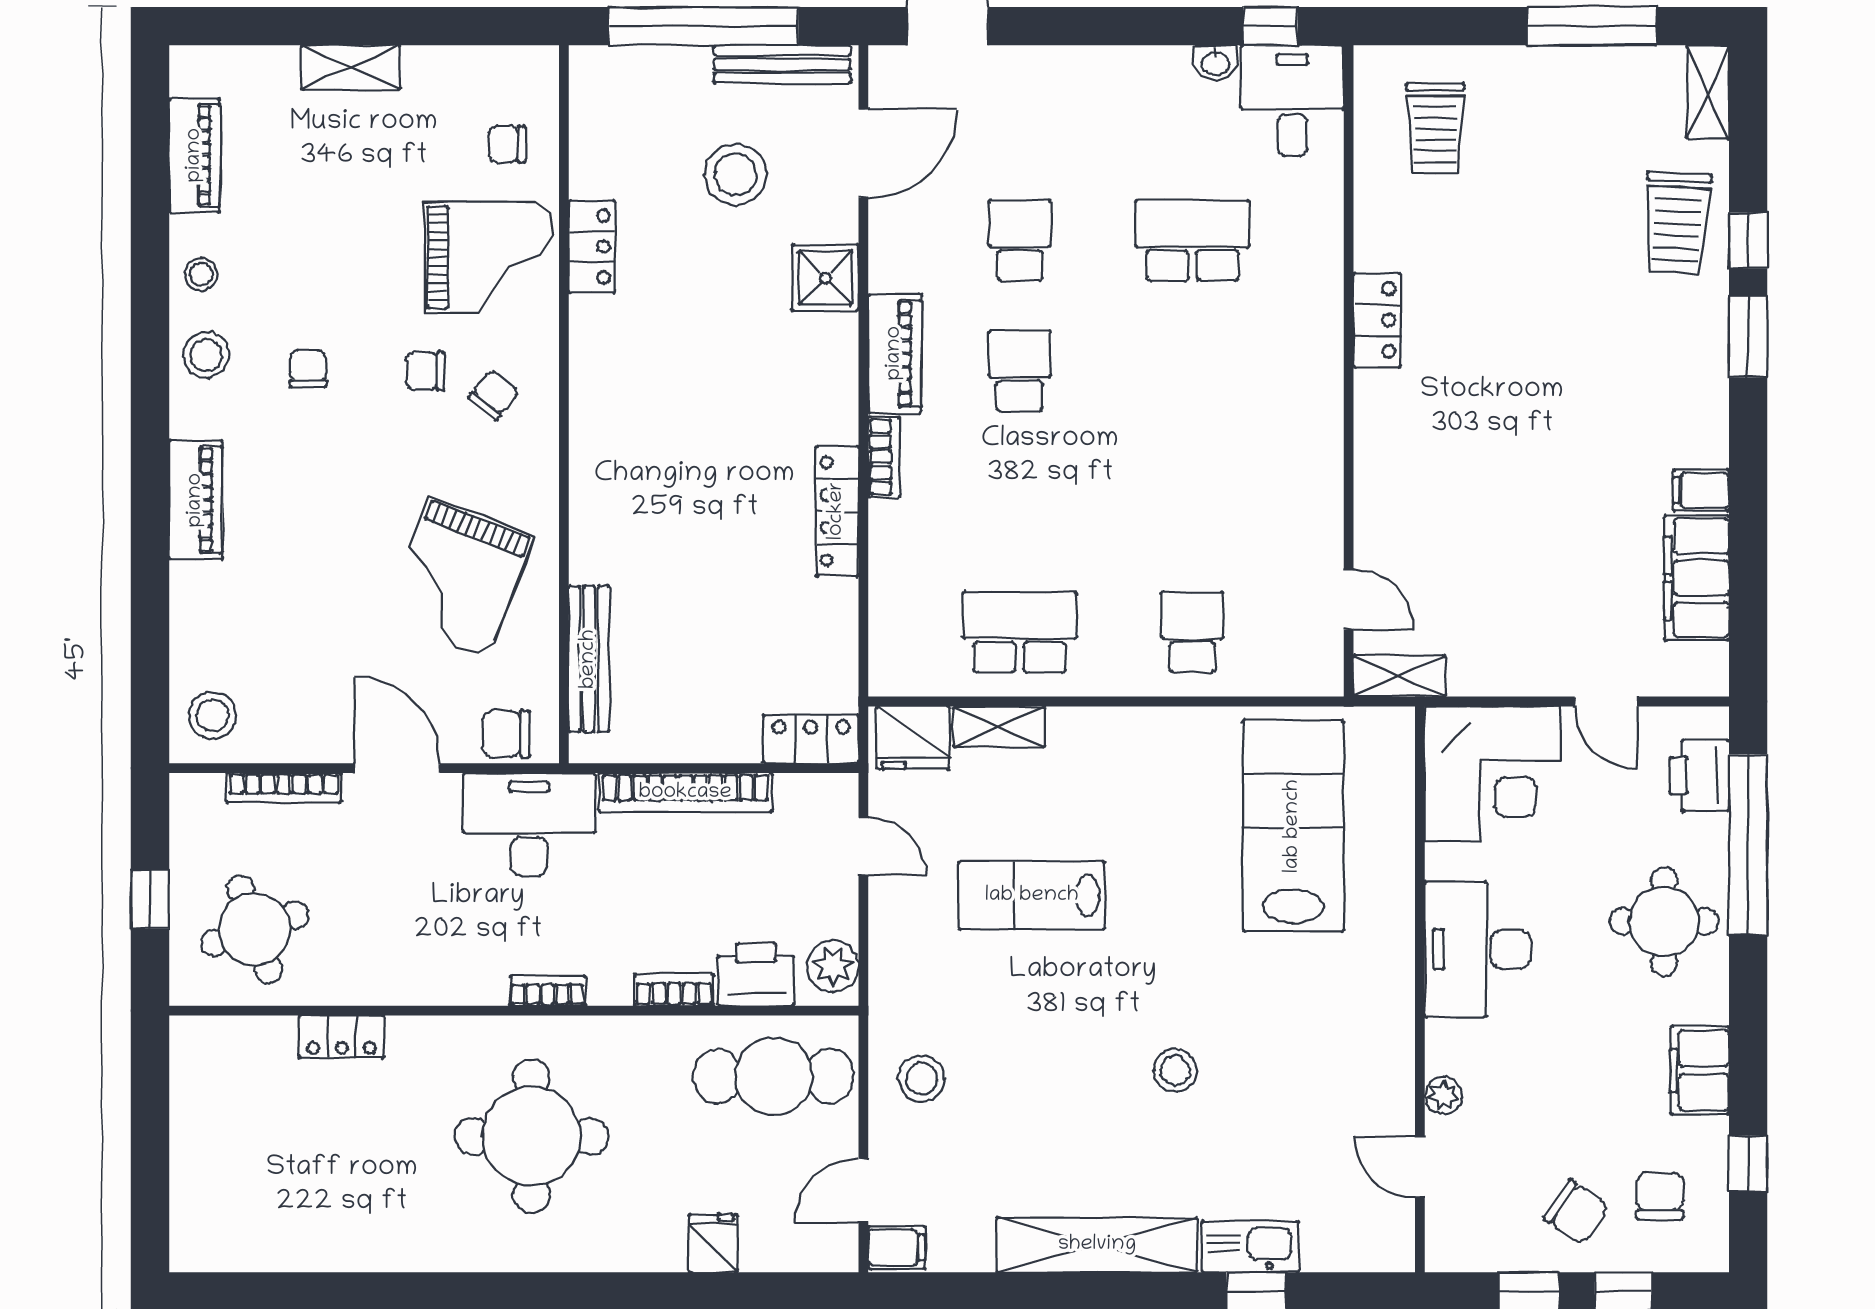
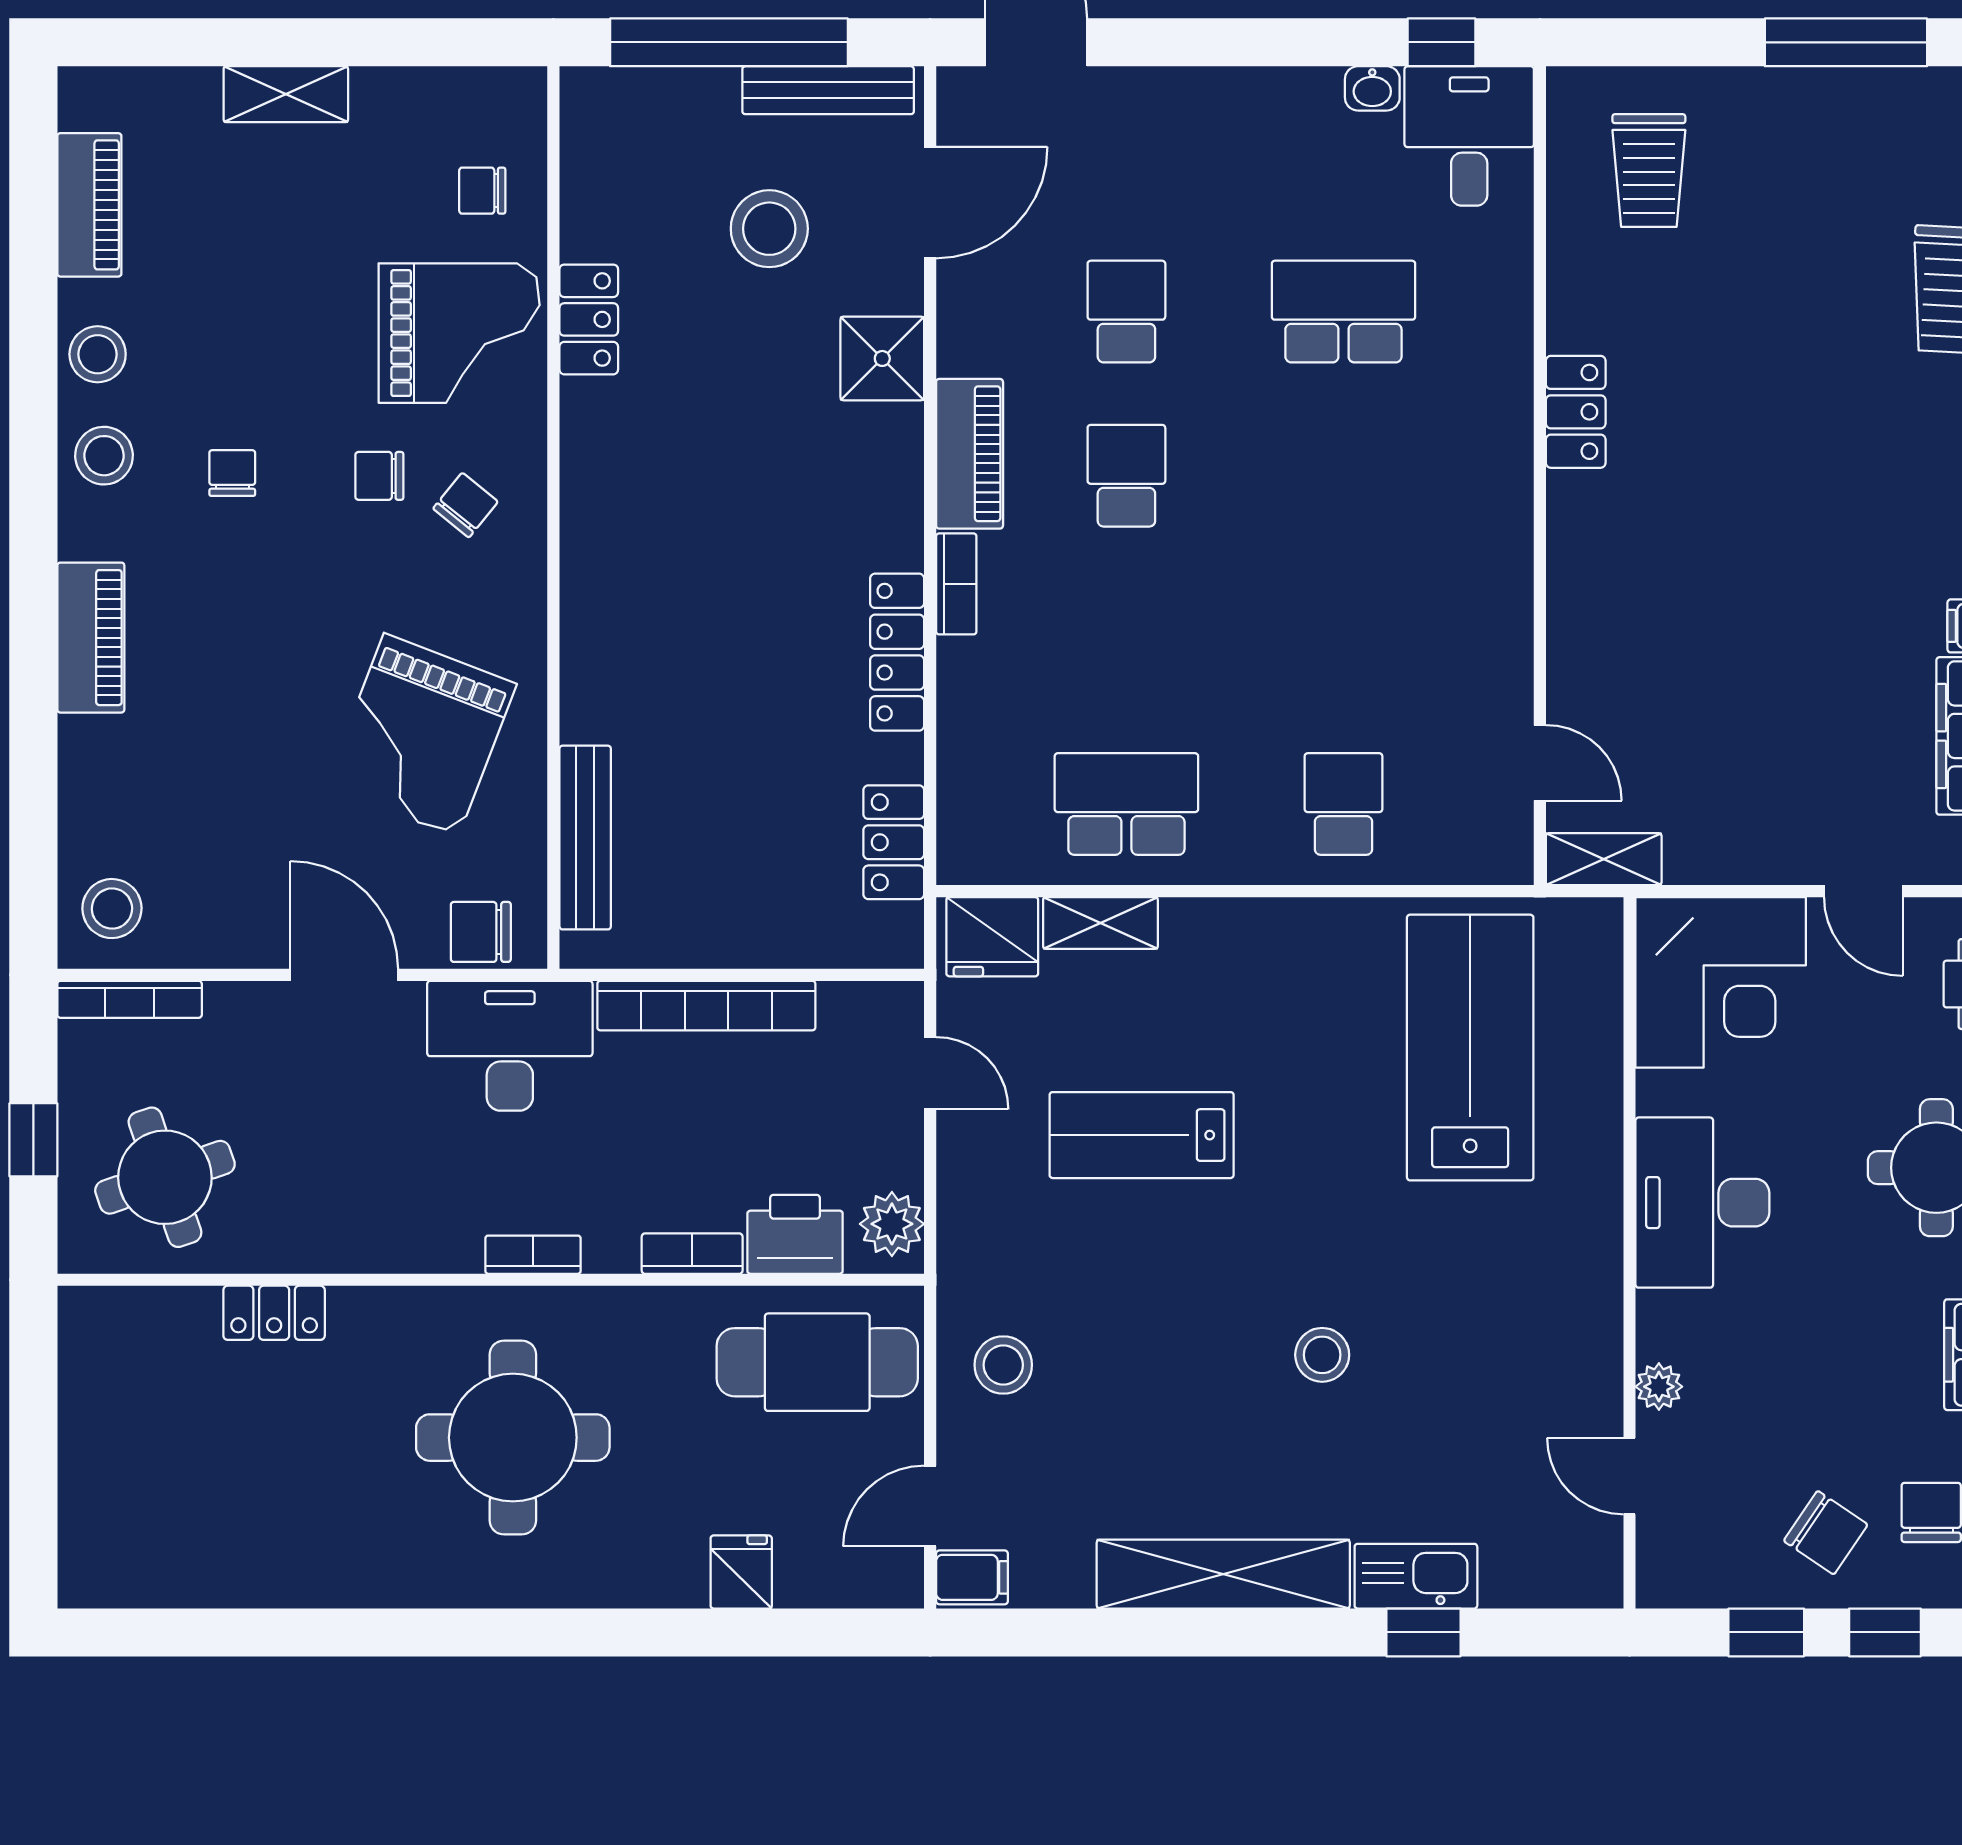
stool: (201, 274) -> (98, 354), width x1.37, depth x1.37
locker: (811, 739) -> (894, 842), moved, turned -90
bookcase: (284, 788) -> (130, 999), moved

